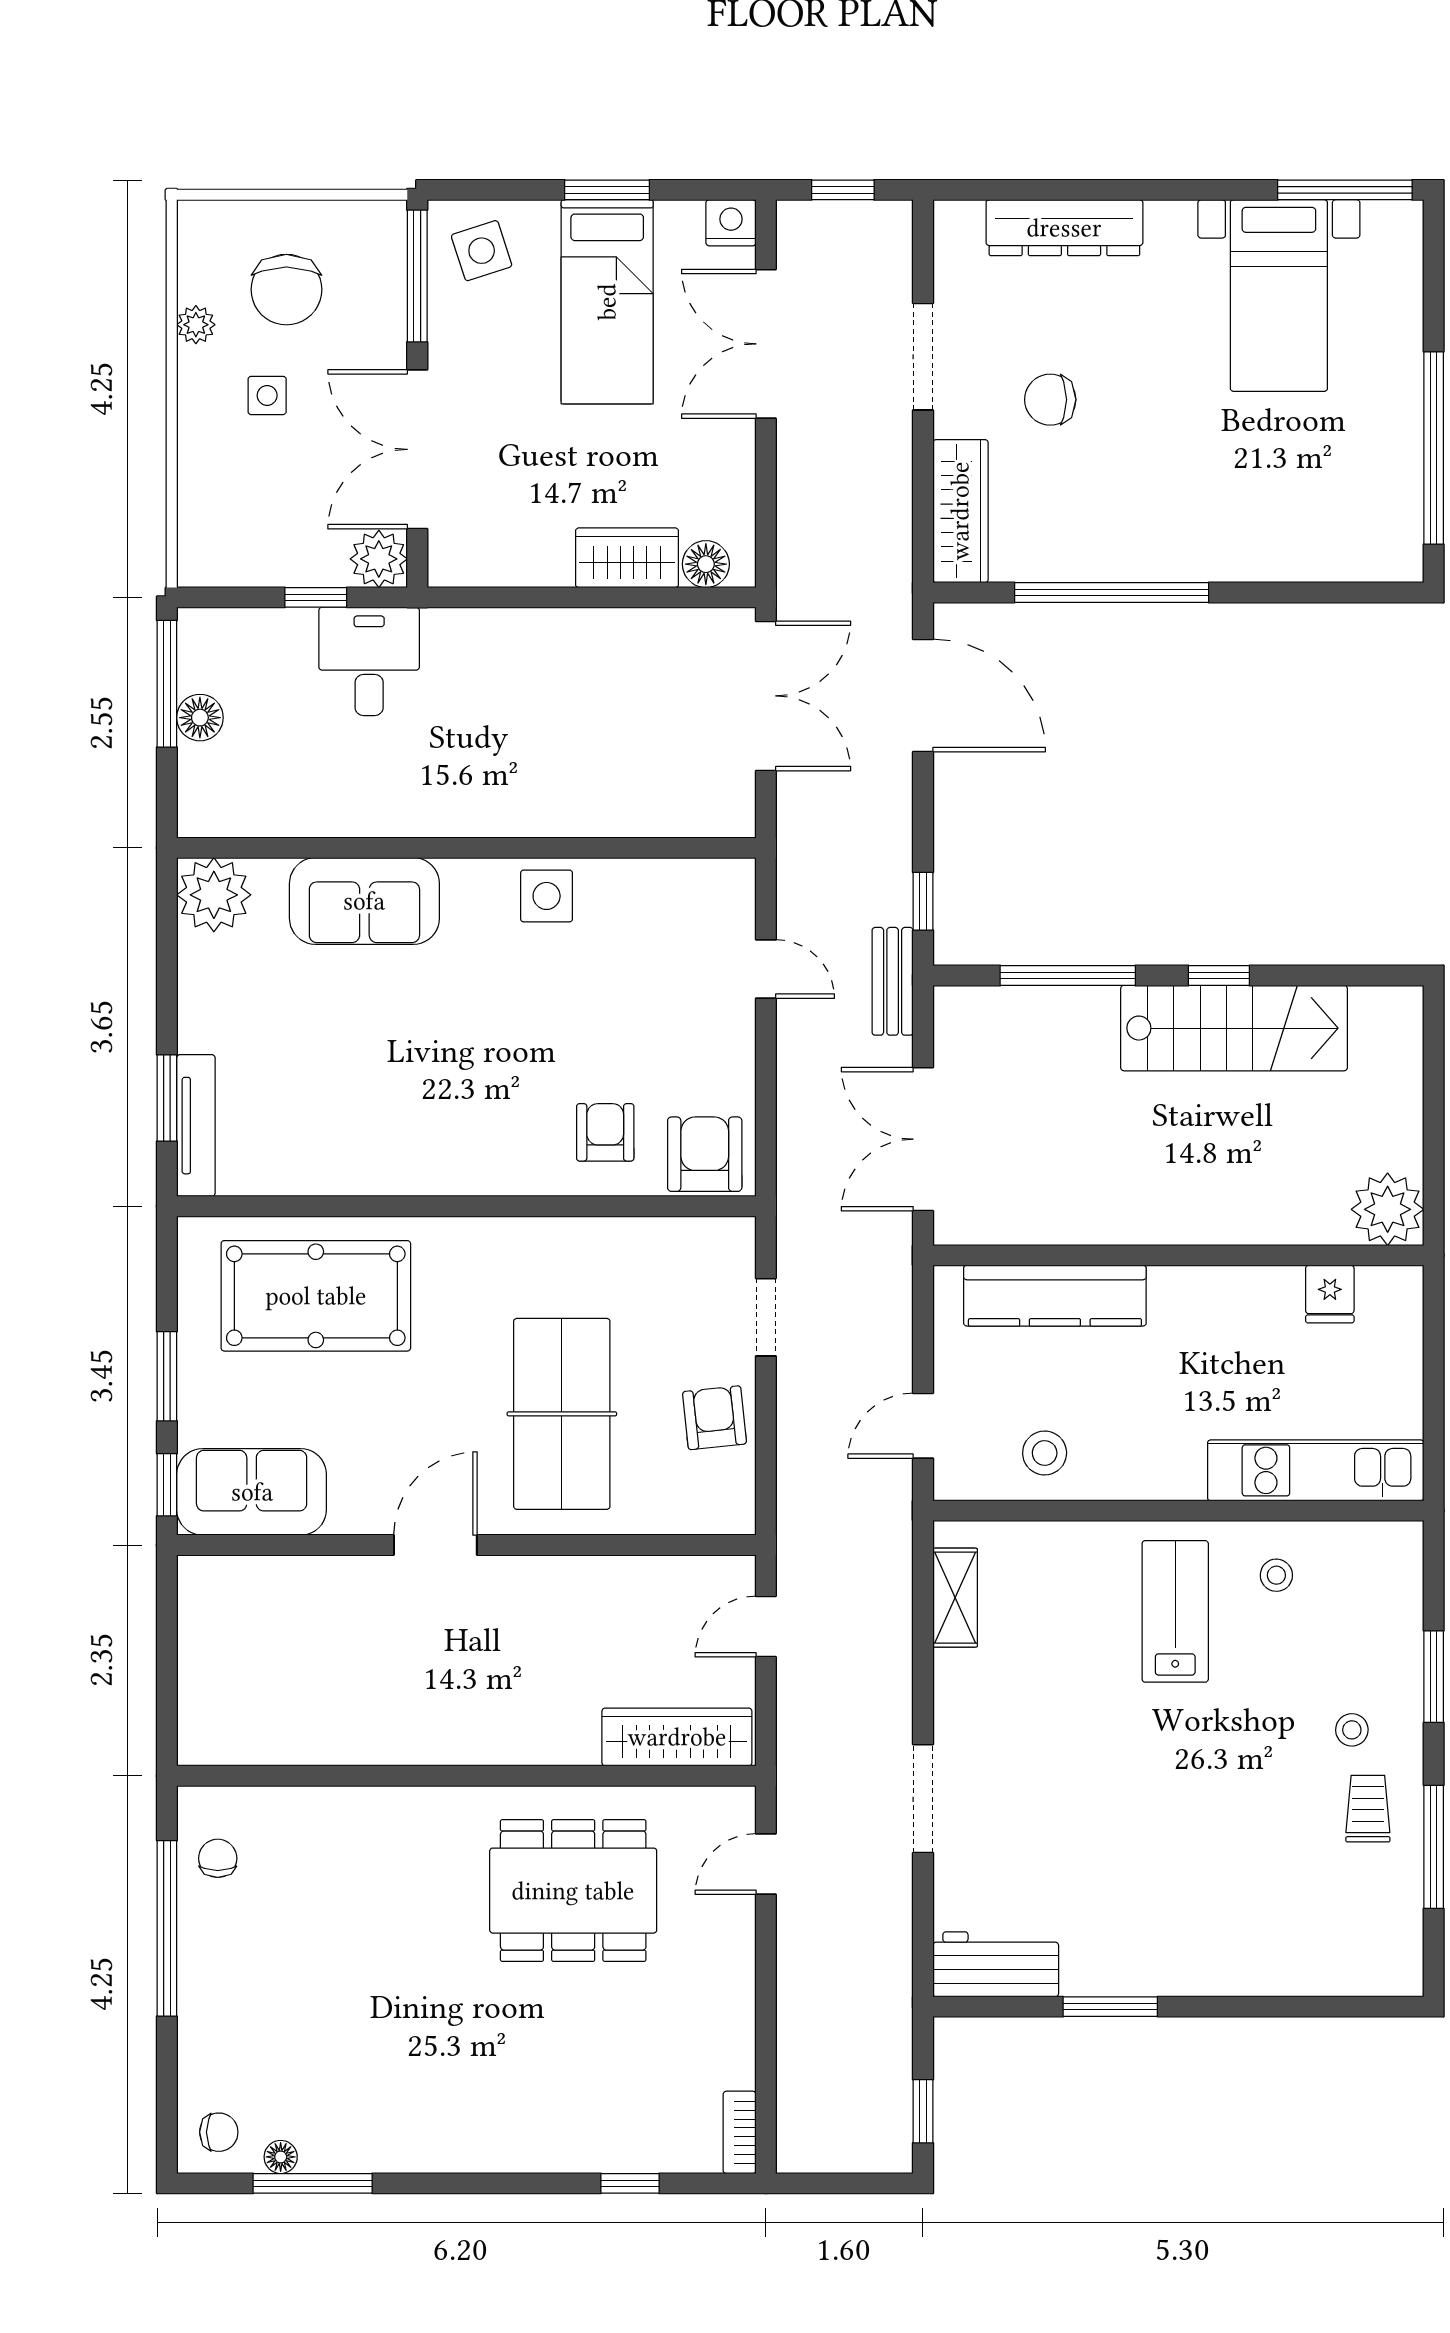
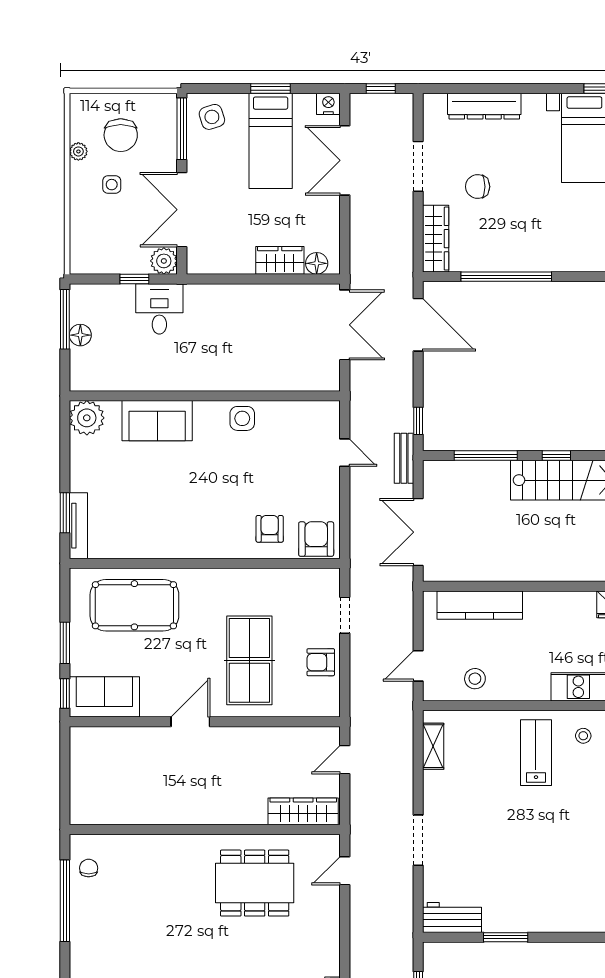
armchair: (714, 1418) -> (321, 662), turned -84

